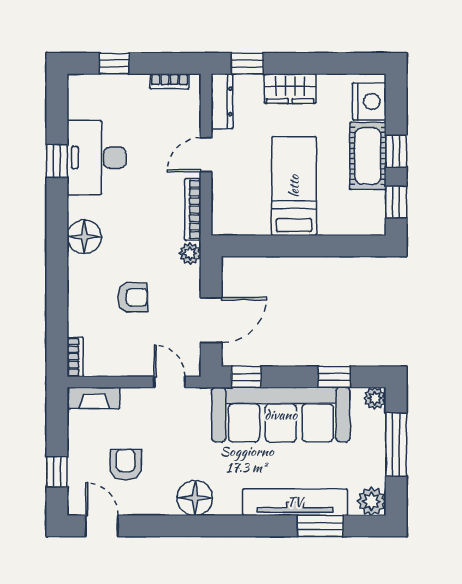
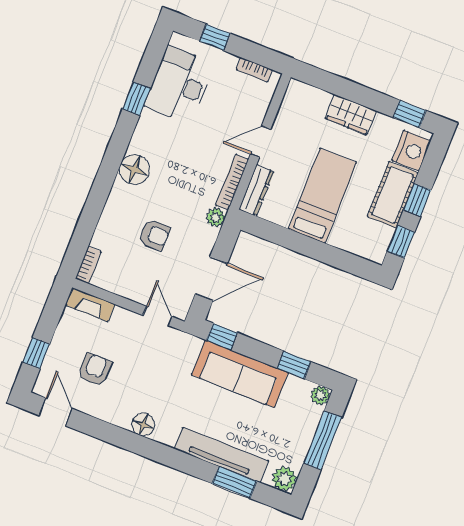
window: (247, 63) -> (409, 114), moved
dresser: (222, 101) -> (256, 190), moved
desk: (97, 157) -> (179, 85), moved
sofa: (281, 415) -> (240, 374), width x0.74, depth x0.79
floor lamp: (195, 498) -> (143, 425), width x0.73, depth x0.73

